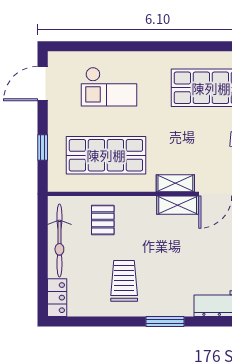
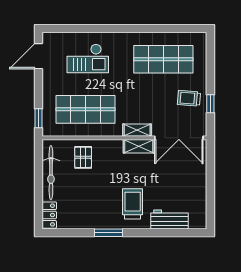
window: (43, 148) -> (38, 118), moved
trolley: (124, 281) -> (133, 204), moved
window: (165, 321) -> (108, 233), moved

